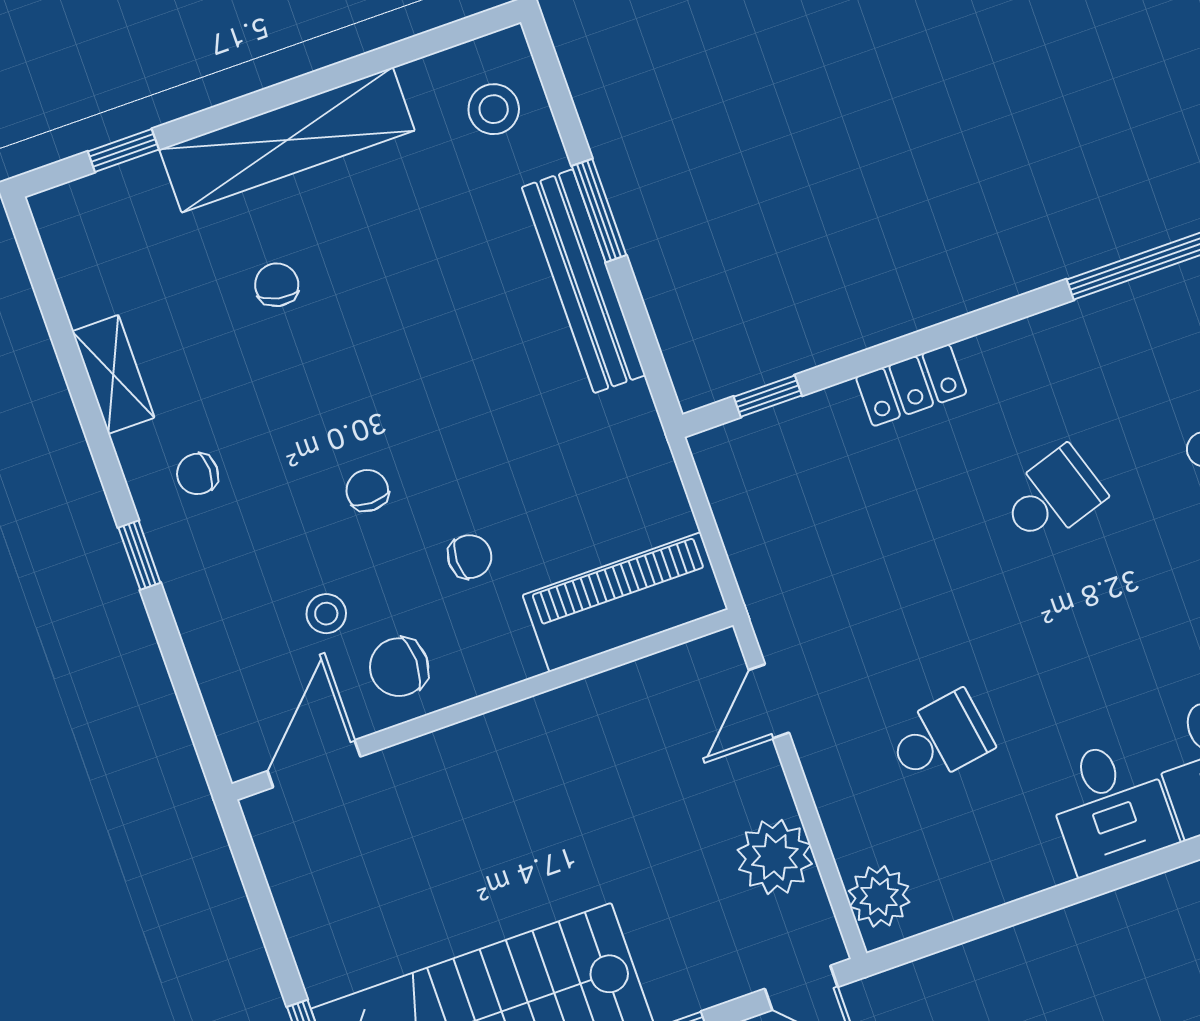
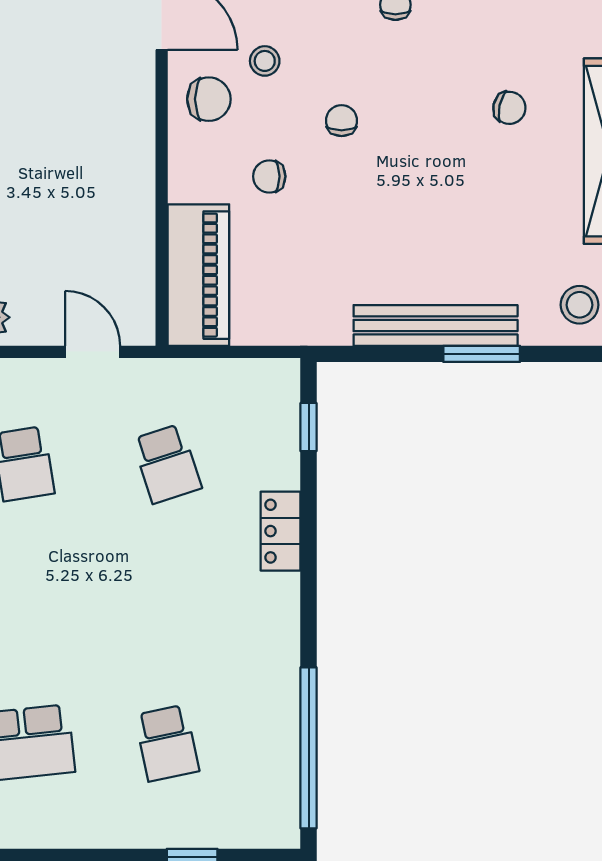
chair: (367, 490) -> (342, 121), turned -90
school desk: (1053, 496) -> (167, 464), moved
chair: (470, 557) -> (269, 176), turned 90
chair: (399, 667) -> (209, 99), turned 90

